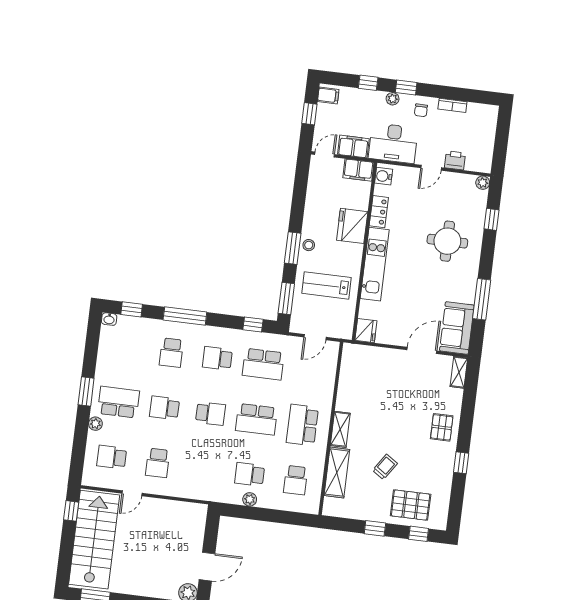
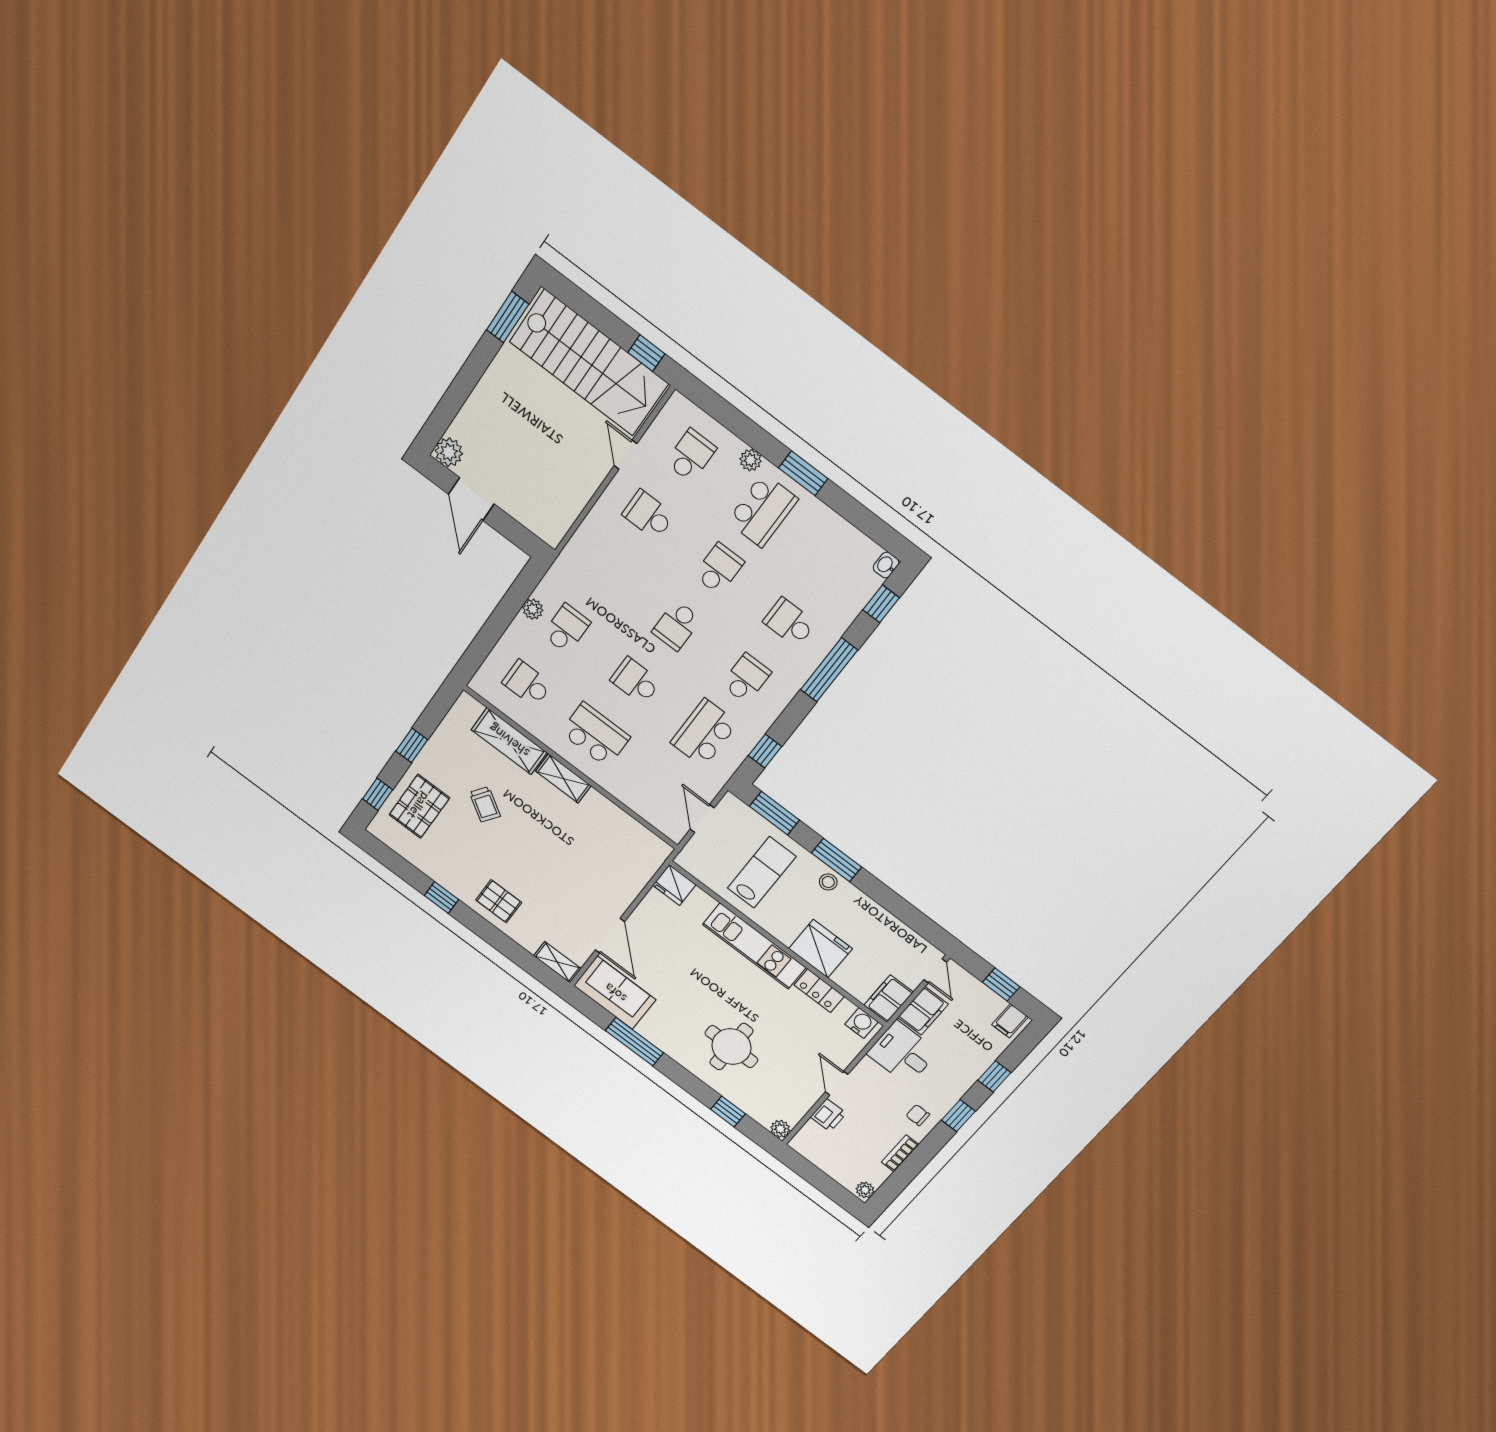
plant: (393, 99) -> (865, 1190), moved
desk: (393, 143) -> (902, 1053), width x0.73
school desk: (256, 419) -> (635, 681), width x0.54

